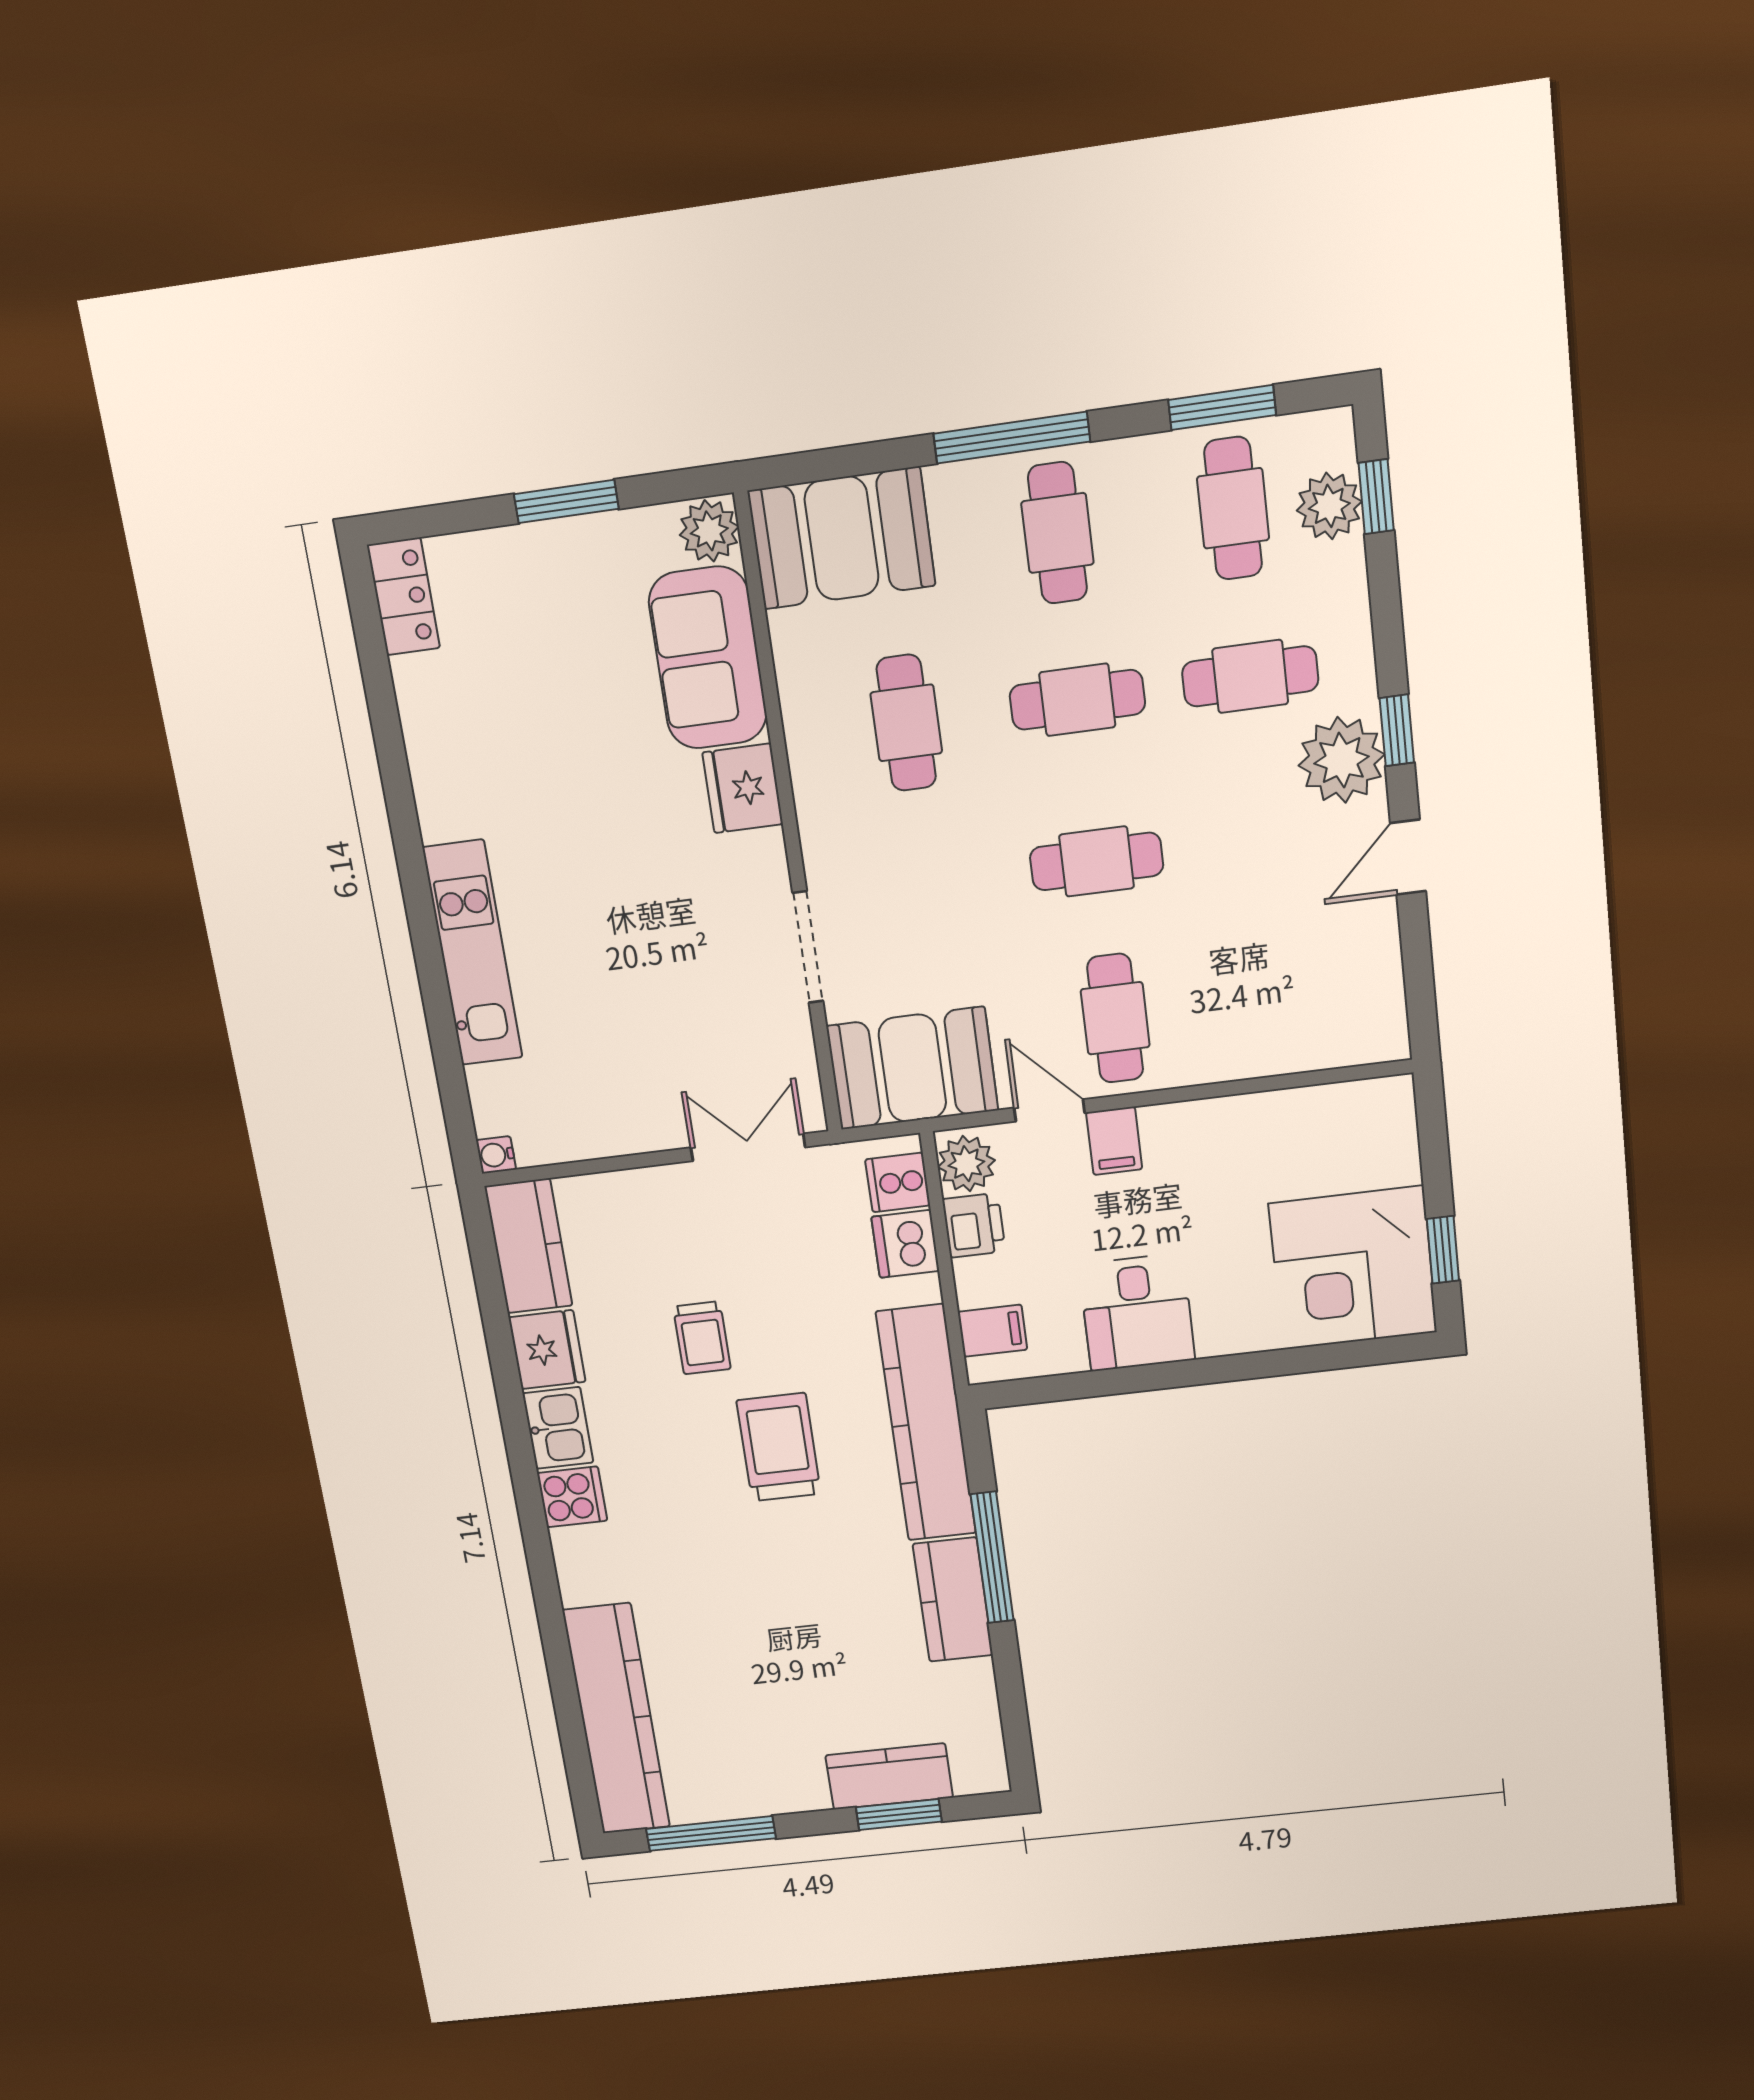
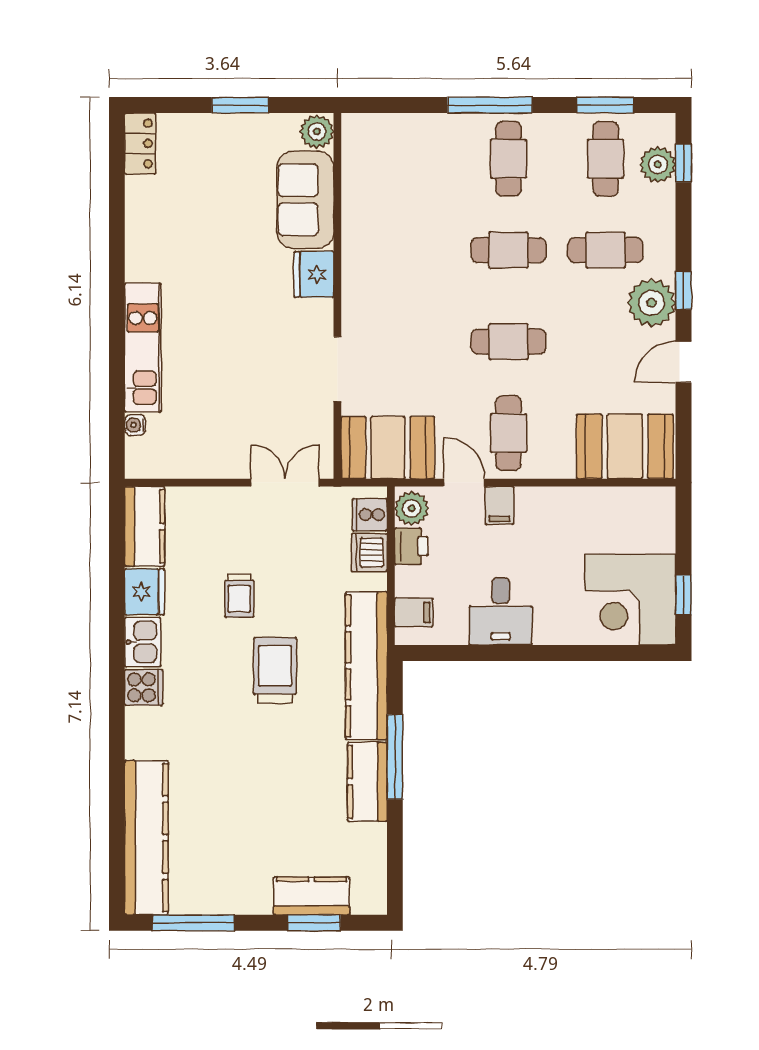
booth: (842, 538) -> (625, 446), moved
cafe table: (906, 723) -> (411, 250), removed
water cooler: (496, 1155) -> (135, 425), moved

